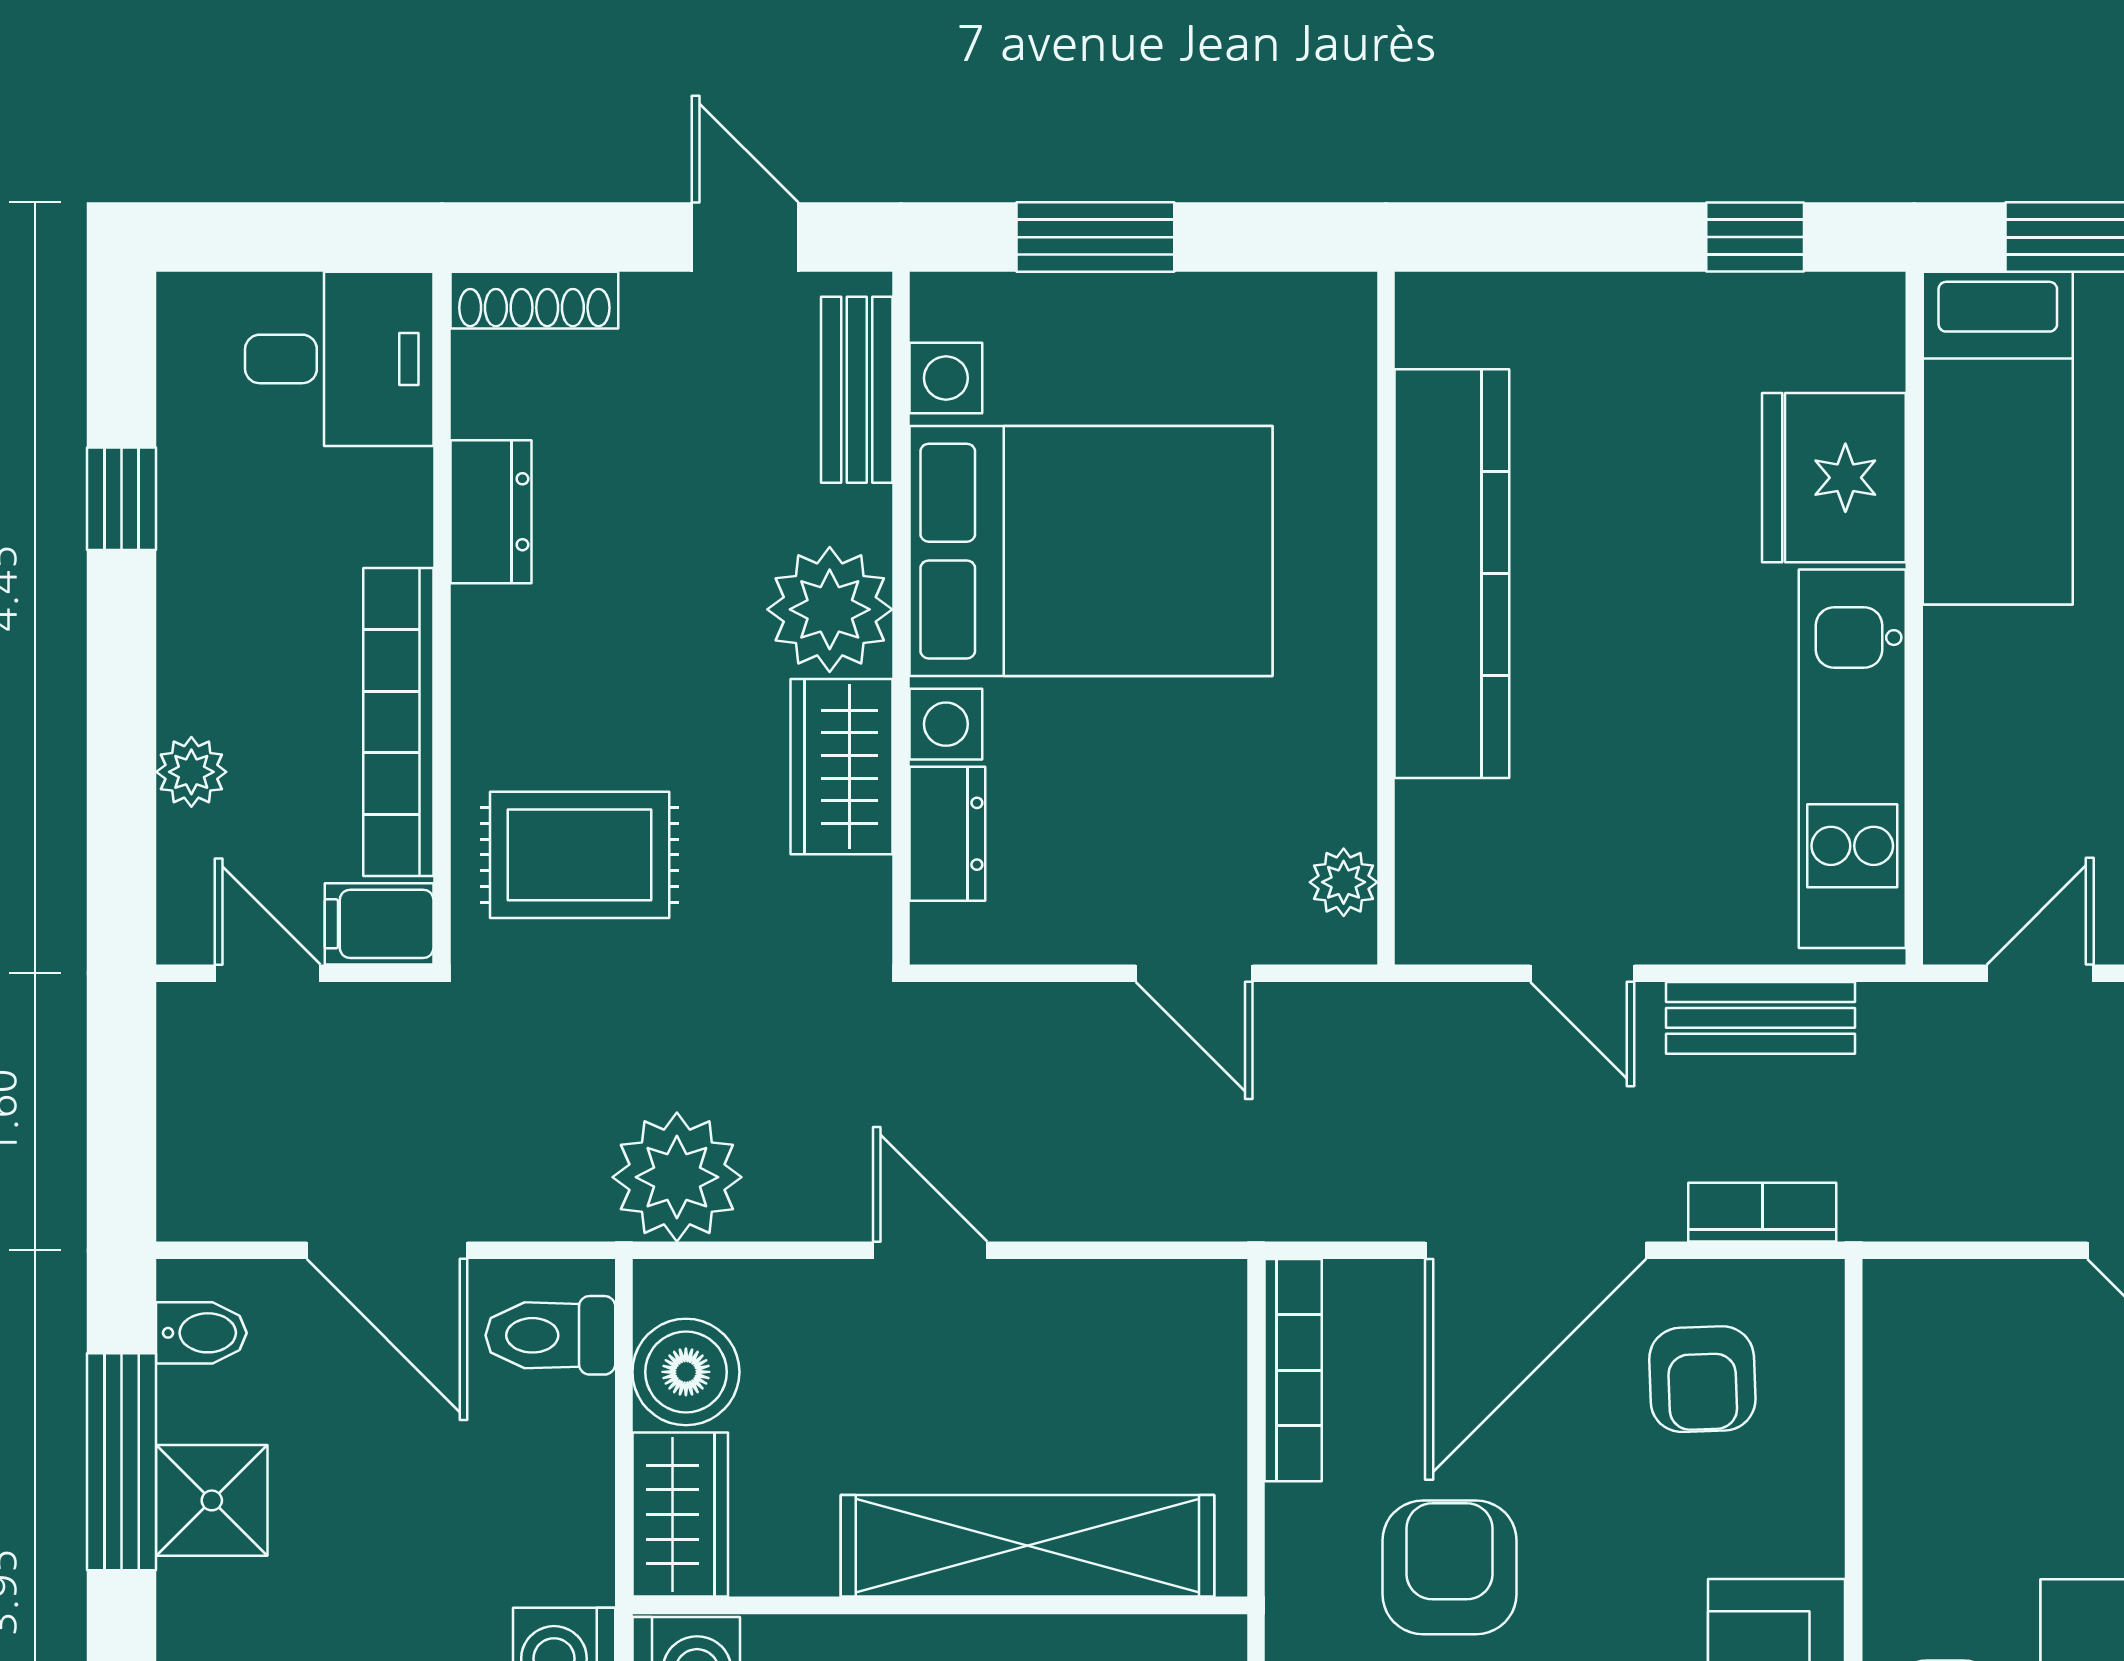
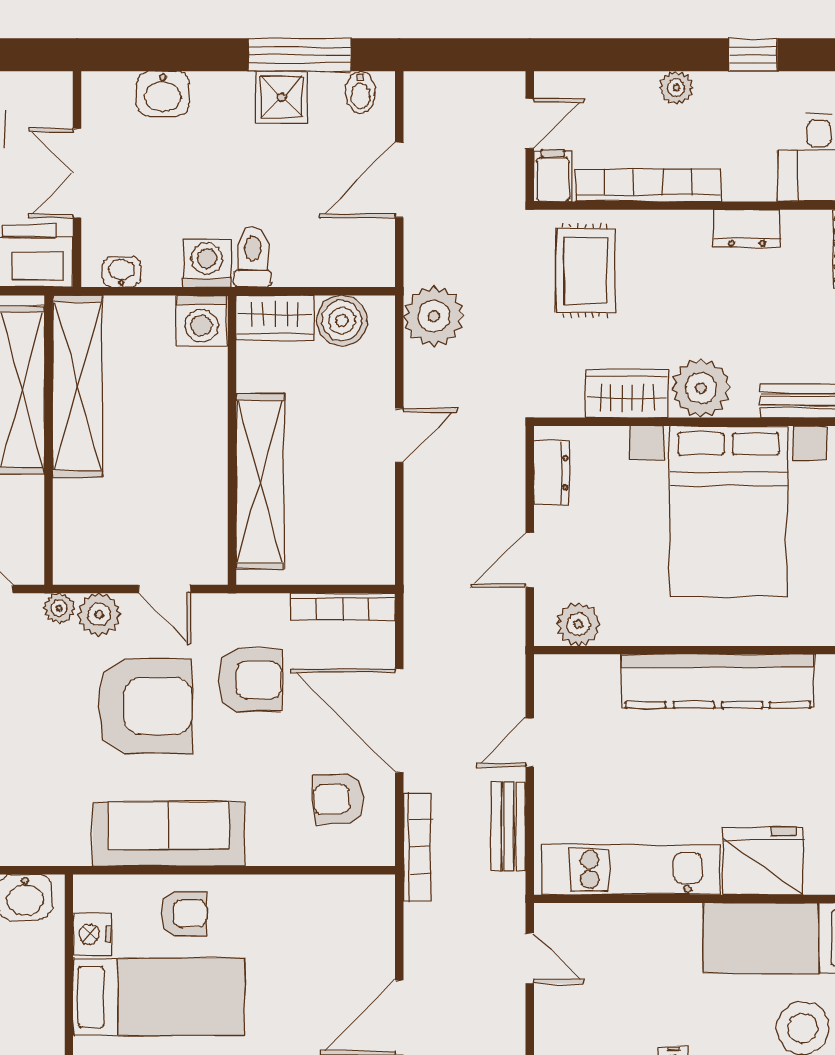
plant: (191, 772) -> (676, 88), moved
dresser: (947, 834) -> (552, 473), moved, turned -90
plant: (1344, 882) -> (578, 624), width x1.38, depth x1.38
bookcase: (1762, 1212) -> (417, 847), width x1.56
toilet: (550, 1335) -> (253, 257), moved

